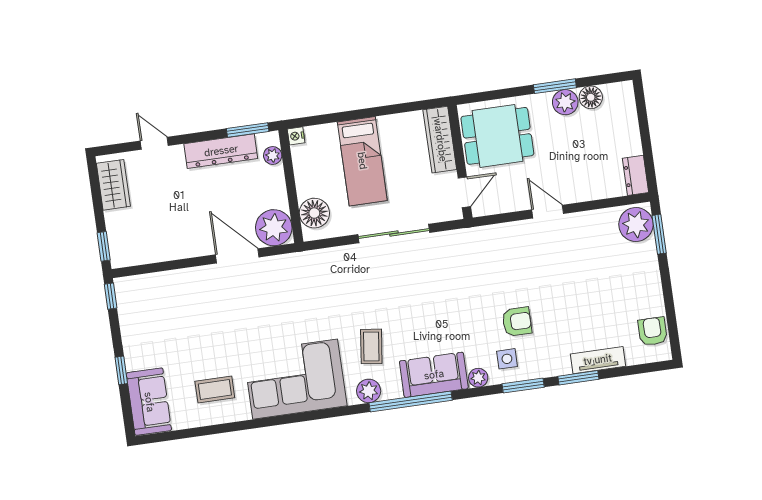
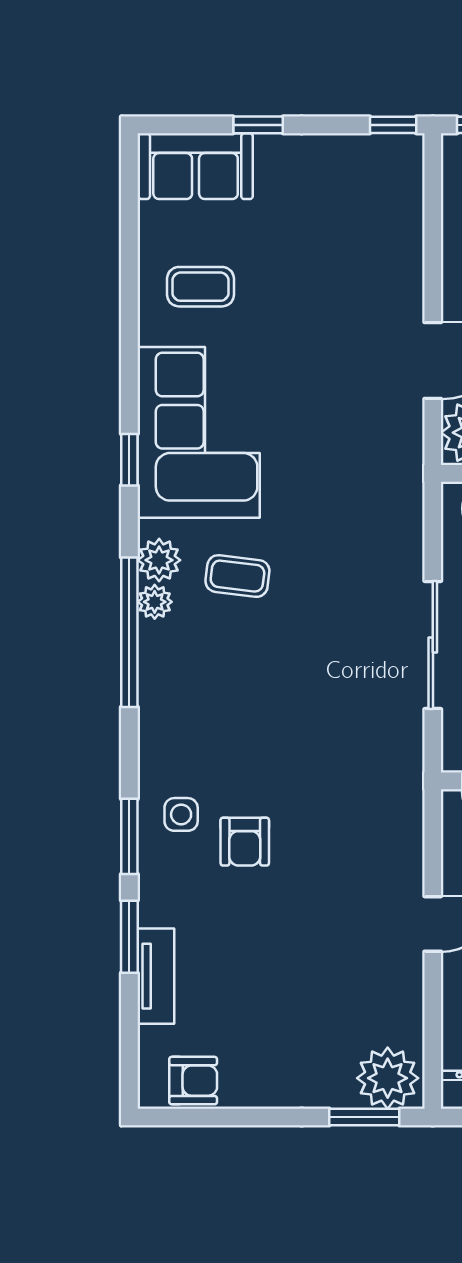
sofa: (434, 375) -> (171, 680), removed
plant: (478, 378) -> (155, 602), moved
coffee table: (215, 389) -> (201, 287), turned 90
window: (316, 415) -> (129, 460), added

